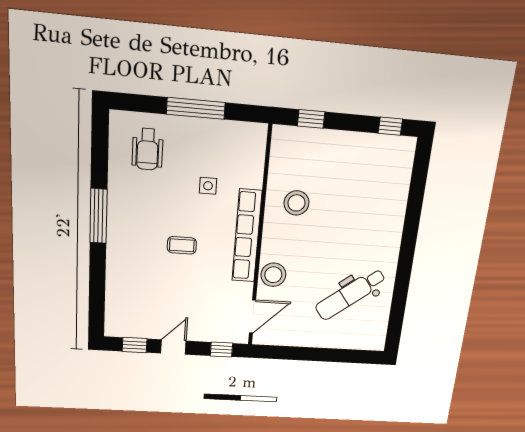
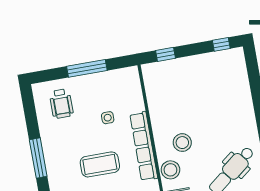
stool: (296, 203) -> (182, 143), moved
coffee table: (182, 245) -> (100, 164), width x1.86, depth x1.72

